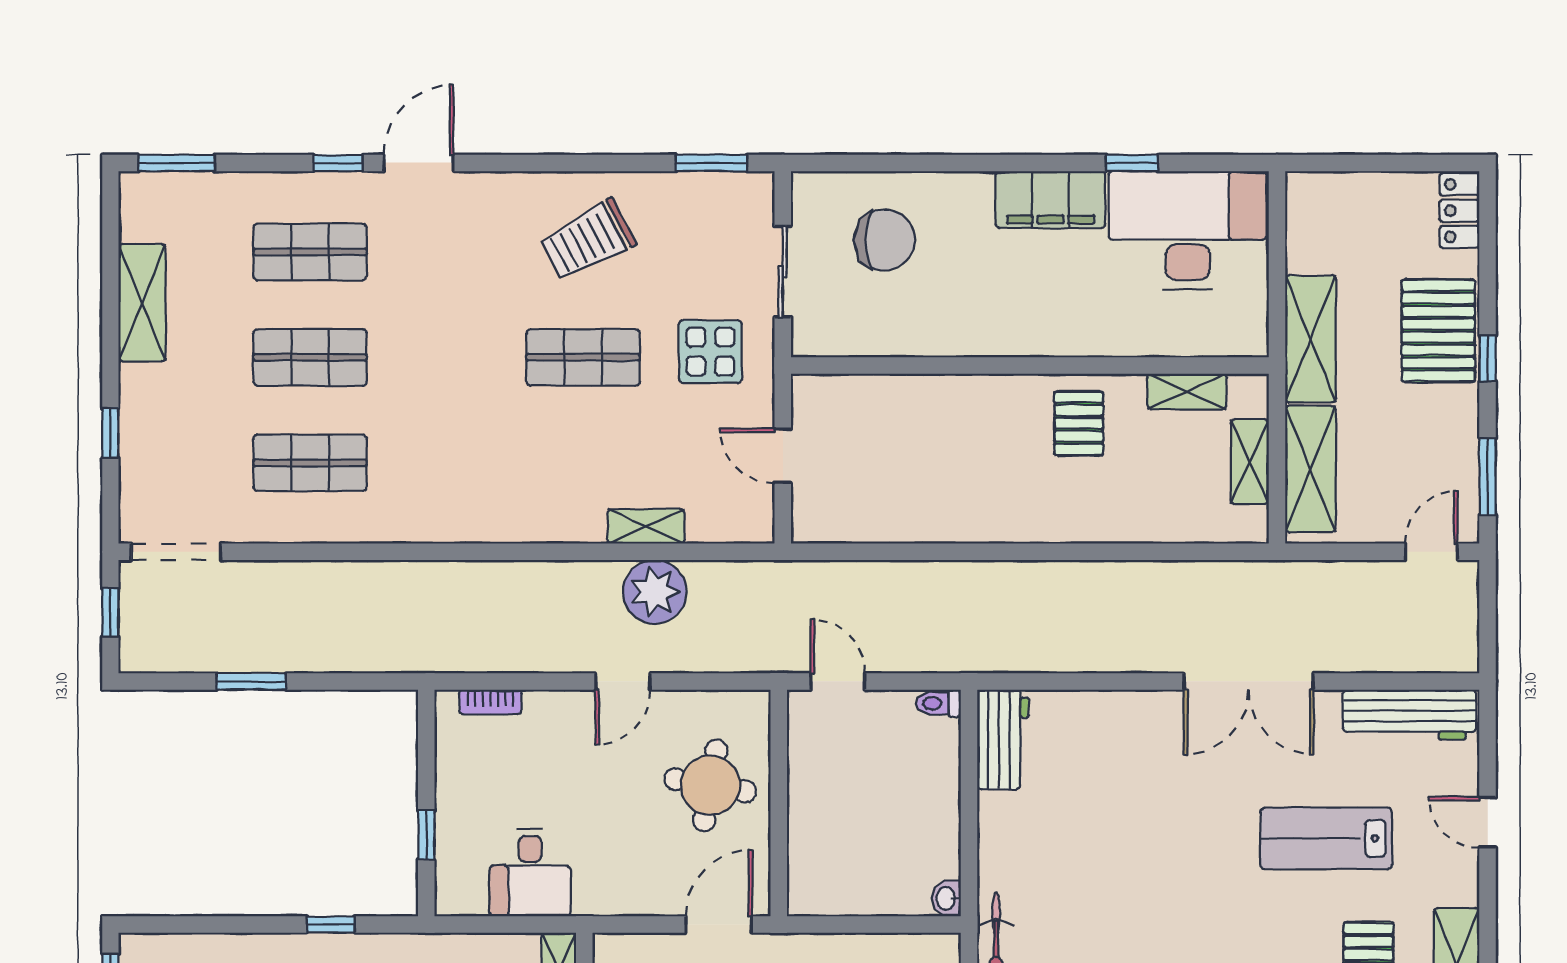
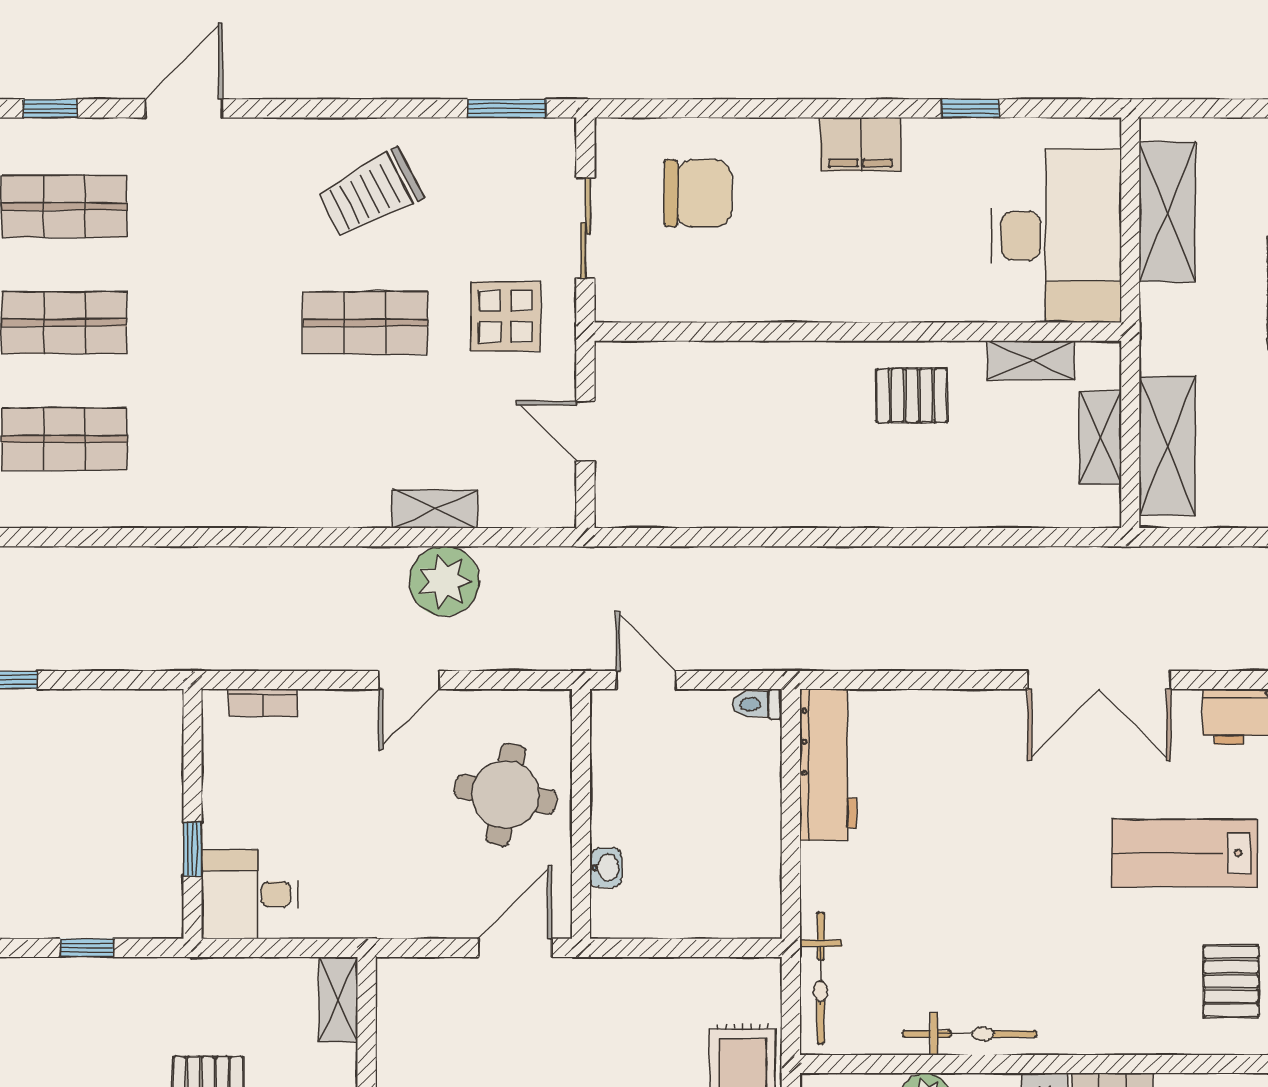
window: (338, 163) -> (50, 108), moved
filing cabinet: (1050, 200) -> (860, 144), width x0.67, depth x0.86
desk: (1188, 230) -> (1056, 236), moved, turned 90
shelving: (1310, 339) -> (1167, 212), moved
pallet: (1079, 423) -> (912, 396), turned 90
workbench: (1003, 739) -> (828, 765), width x1.37
desk: (530, 873) -> (250, 894), moved, turned 90
washbasin: (946, 898) -> (606, 868), moved, turned 180

